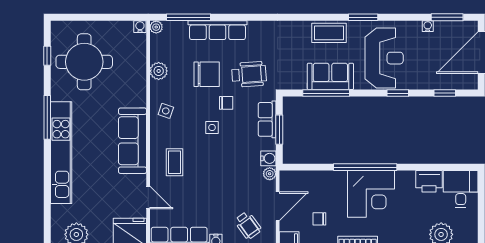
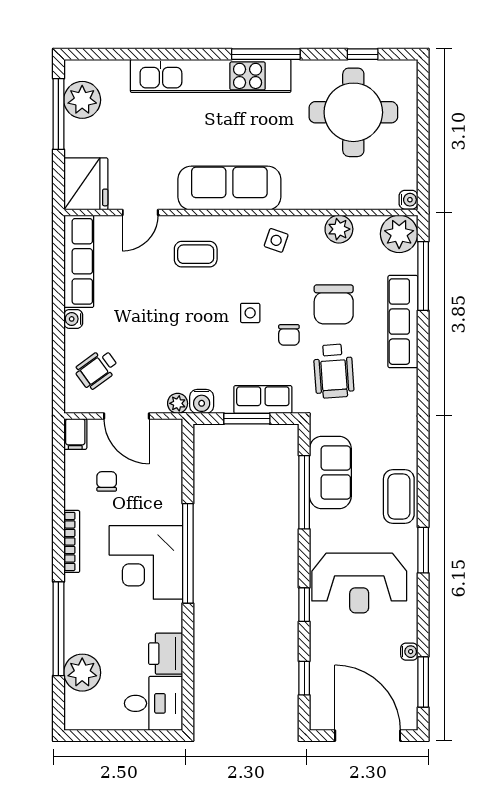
plant: (156, 27) -> (399, 234), width x1.88, depth x1.88
sofa: (330, 76) -> (330, 472), moved

